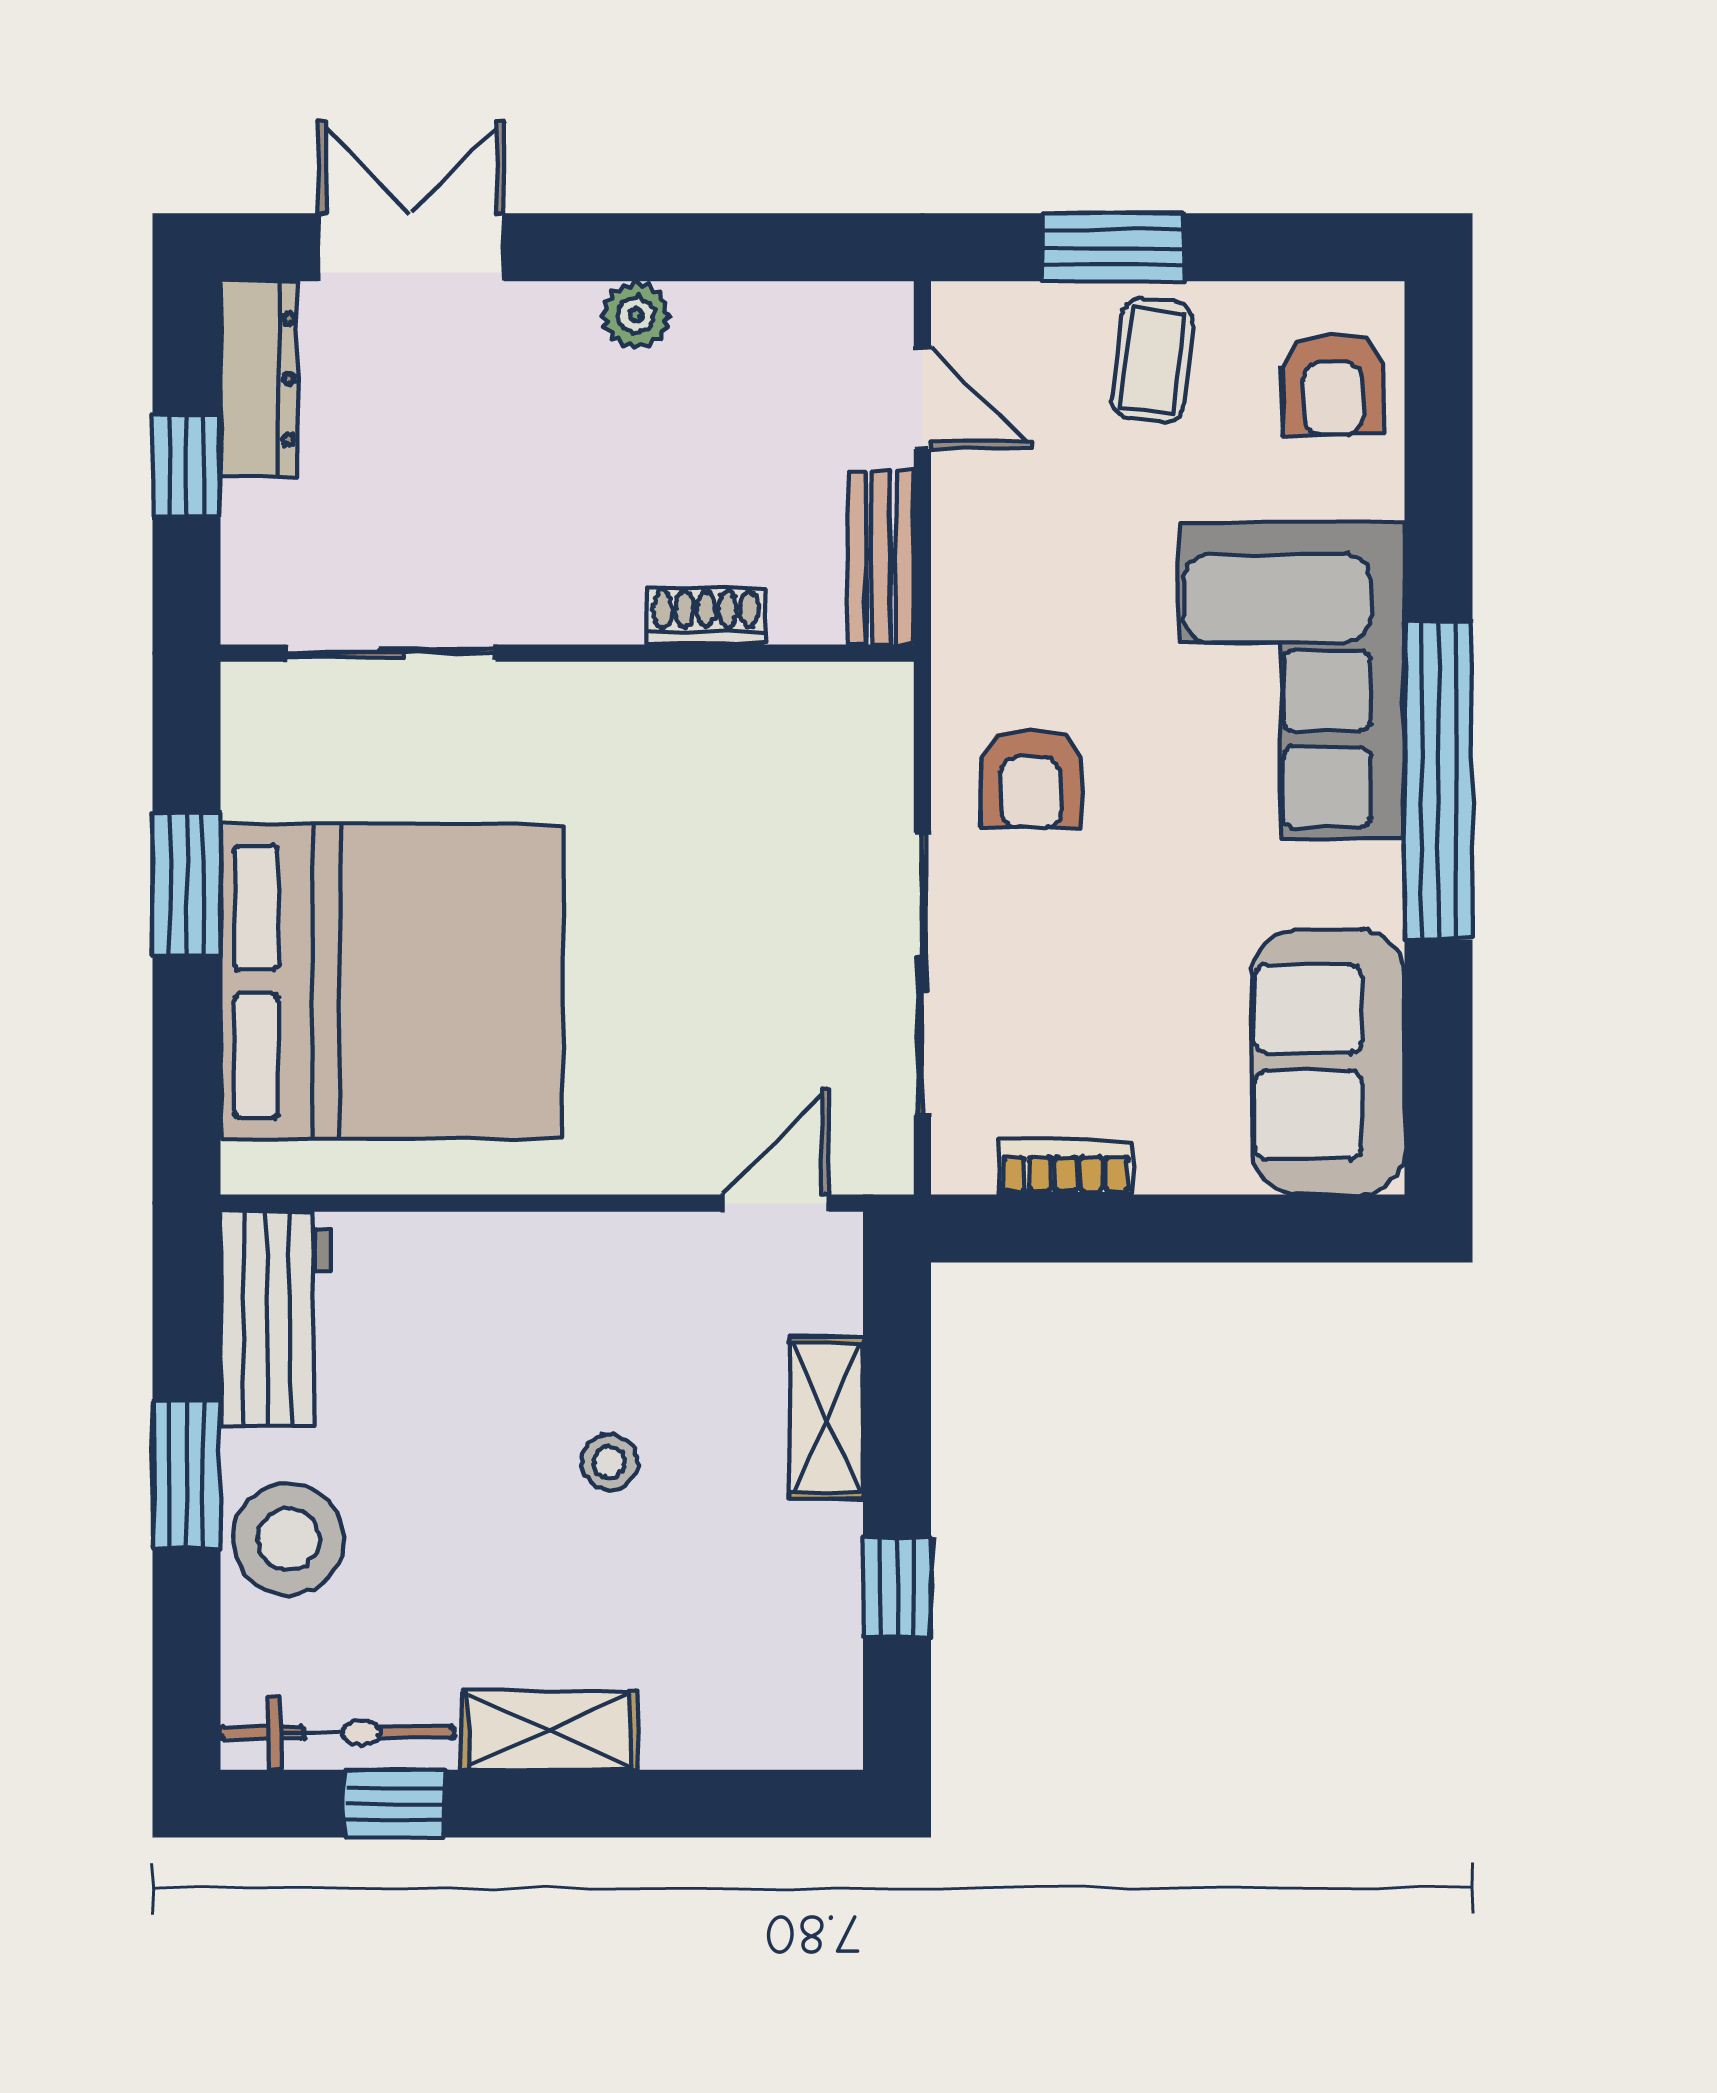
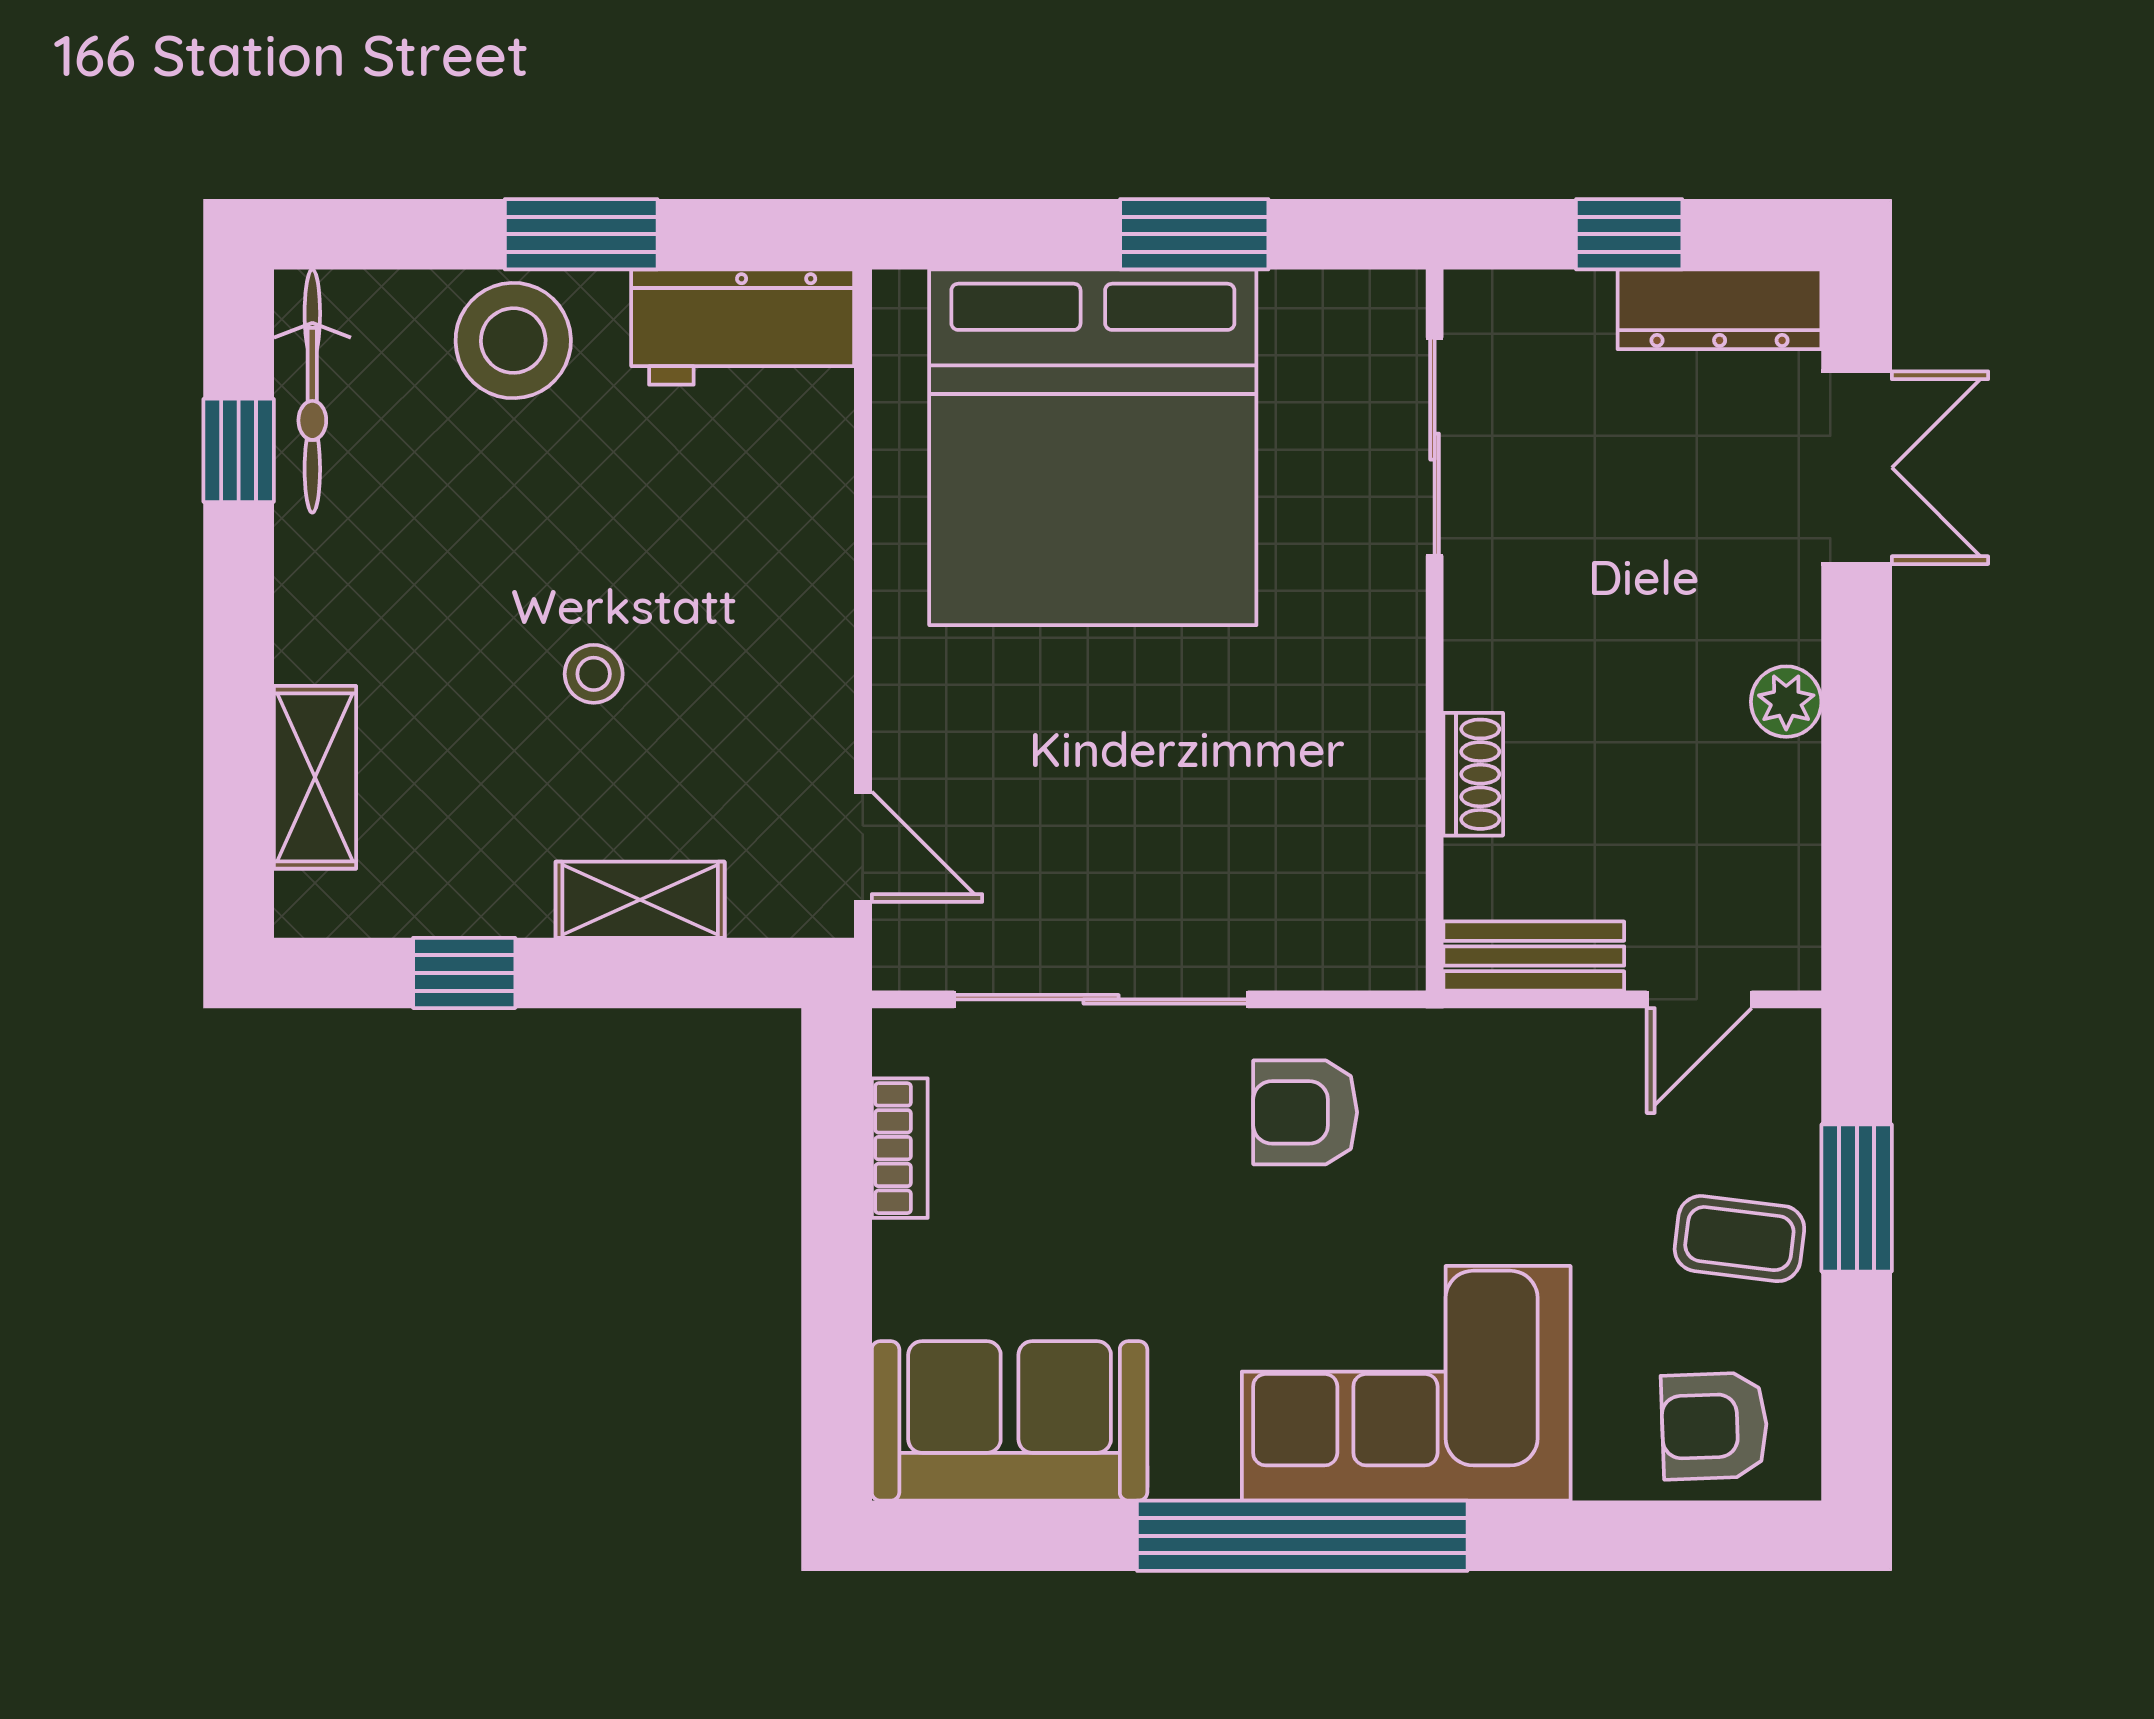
shelving: (549, 1730) -> (315, 777), moved

